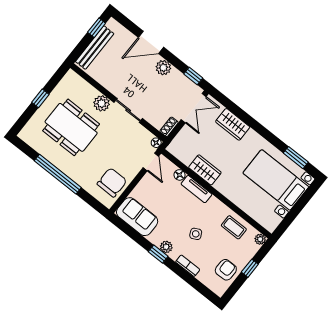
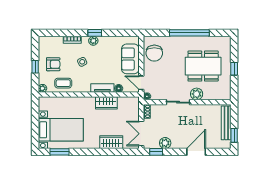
plant: (163, 68) -> (165, 143), moved
sofa: (137, 217) -> (130, 59), moved, turned 90
armchair: (226, 270) -> (53, 64), moved, turned -90

